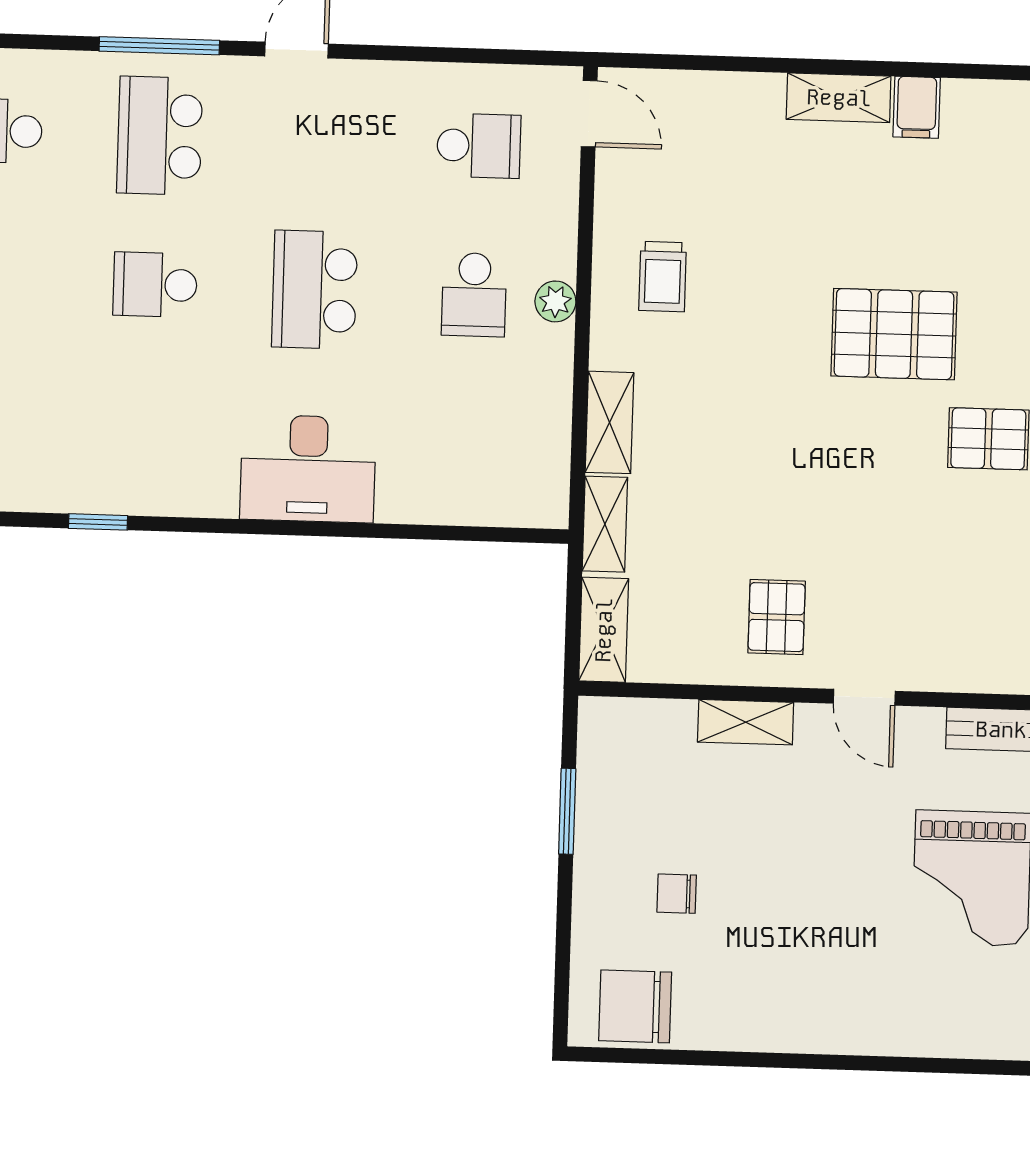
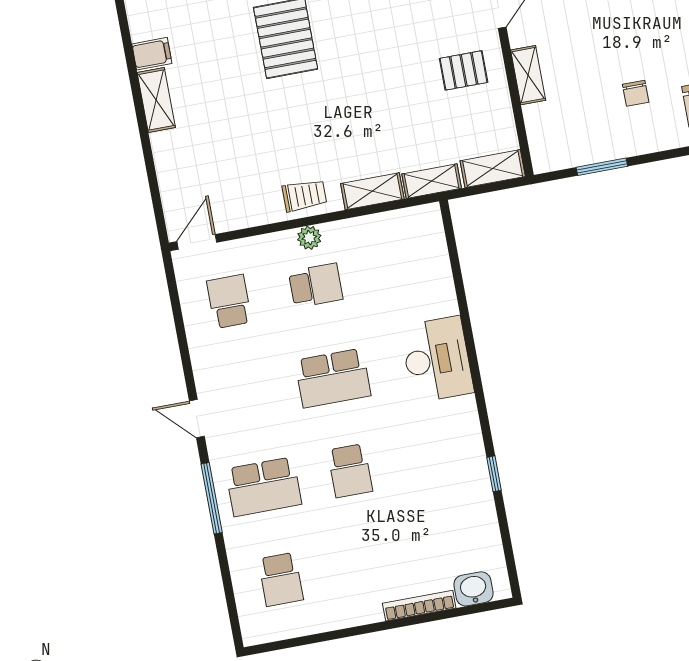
trolley: (663, 277) -> (304, 196), moved

